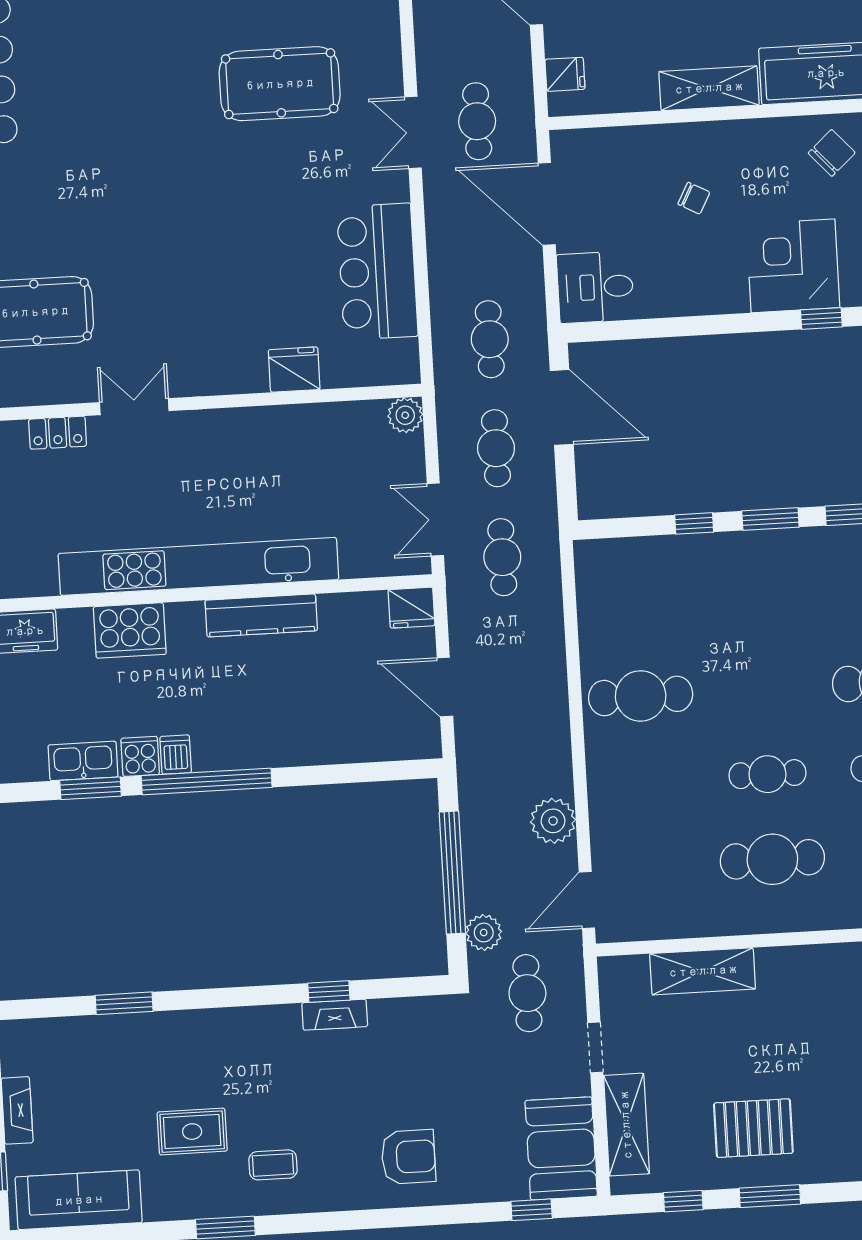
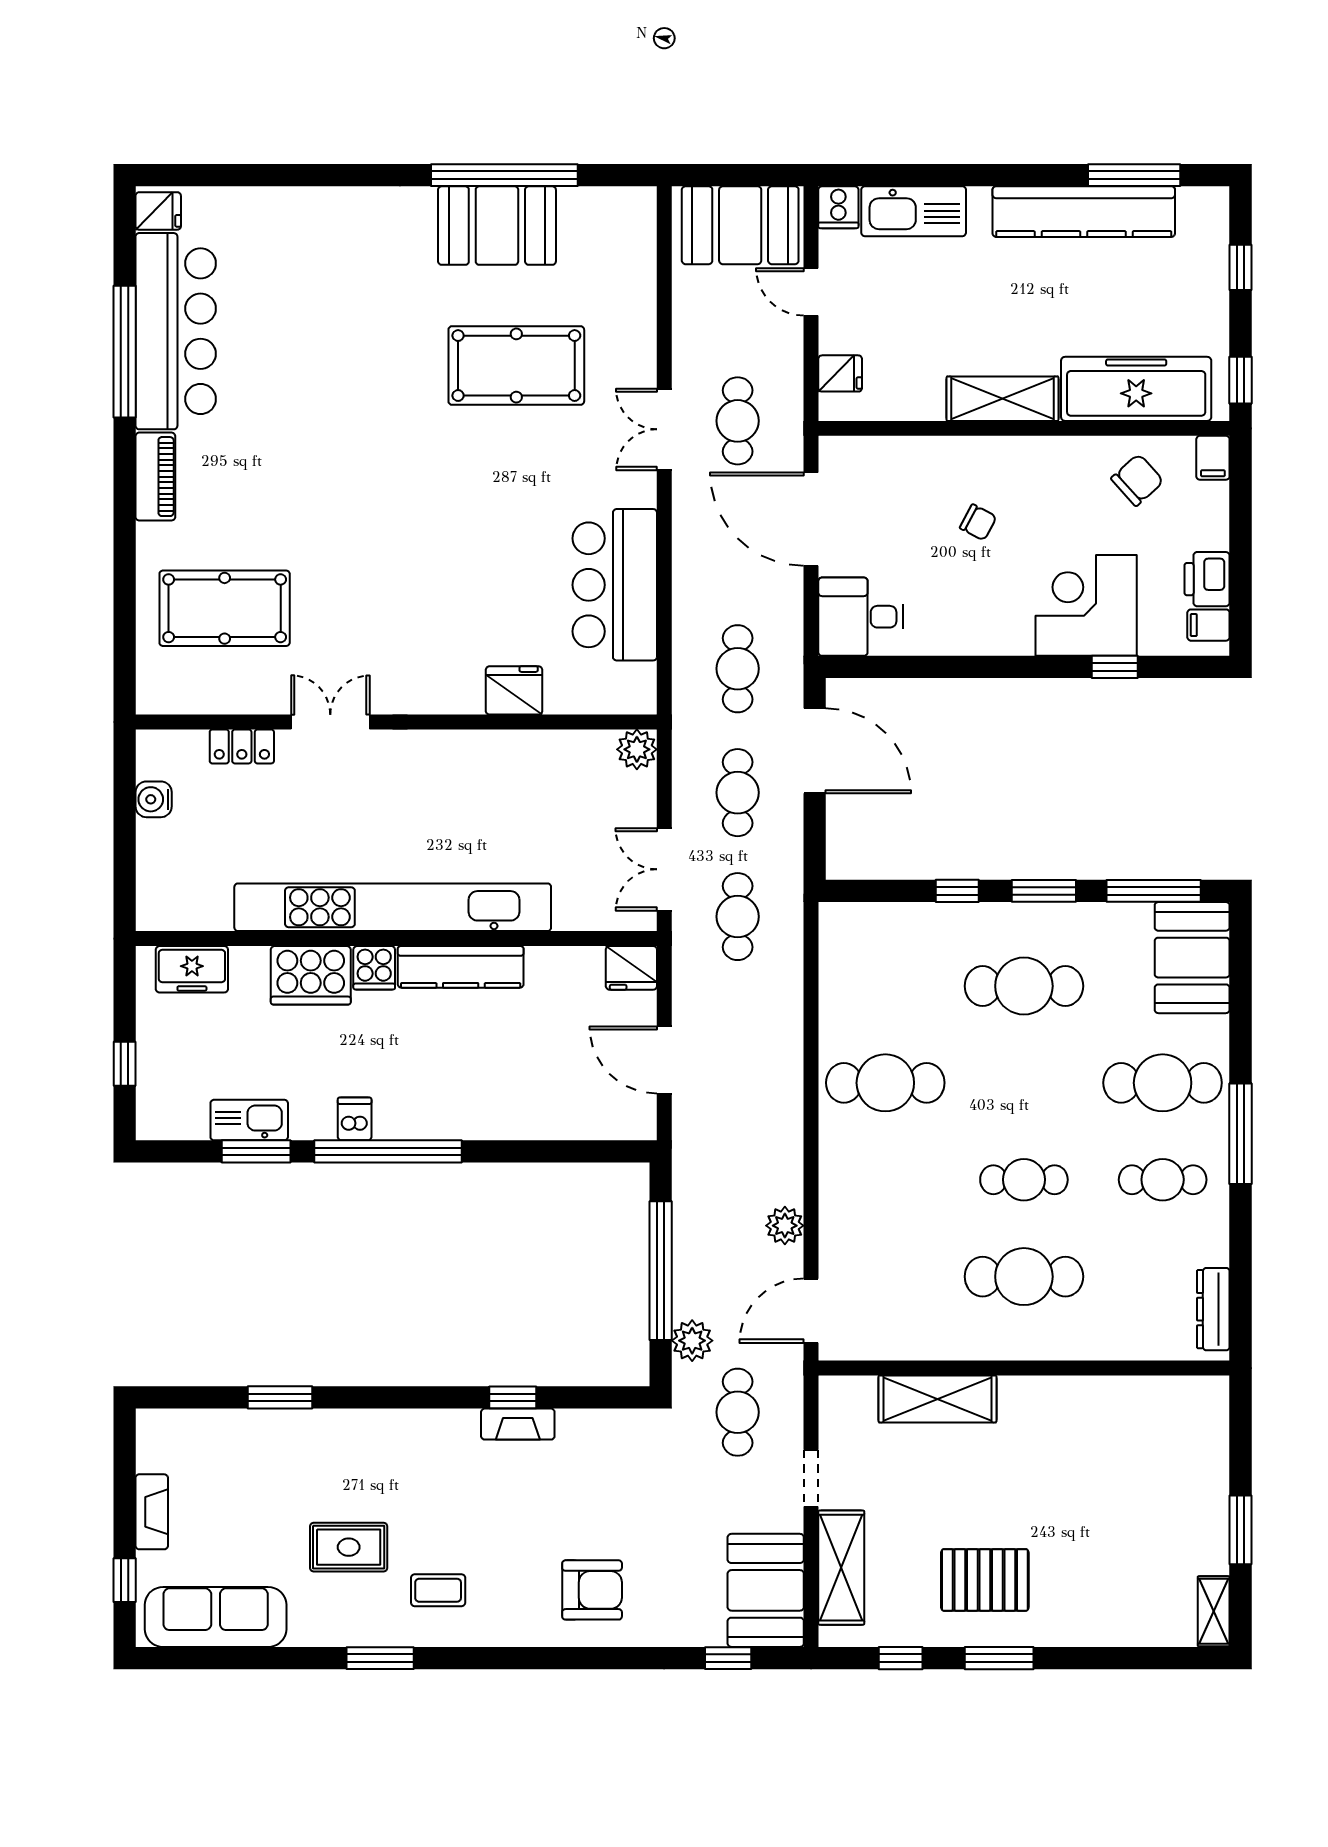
cafe table: (758, 604) -> (1024, 986), added
cooker: (140, 756) -> (374, 968), moved, turned 180
plant: (553, 821) -> (785, 1226), width x0.73, depth x0.73

